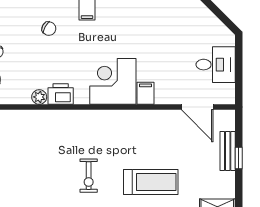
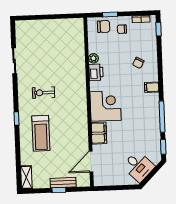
desk: (216, 65) -> (138, 166), moved, turned -45
filing cabinet: (146, 93) -> (99, 133), width x2.00

